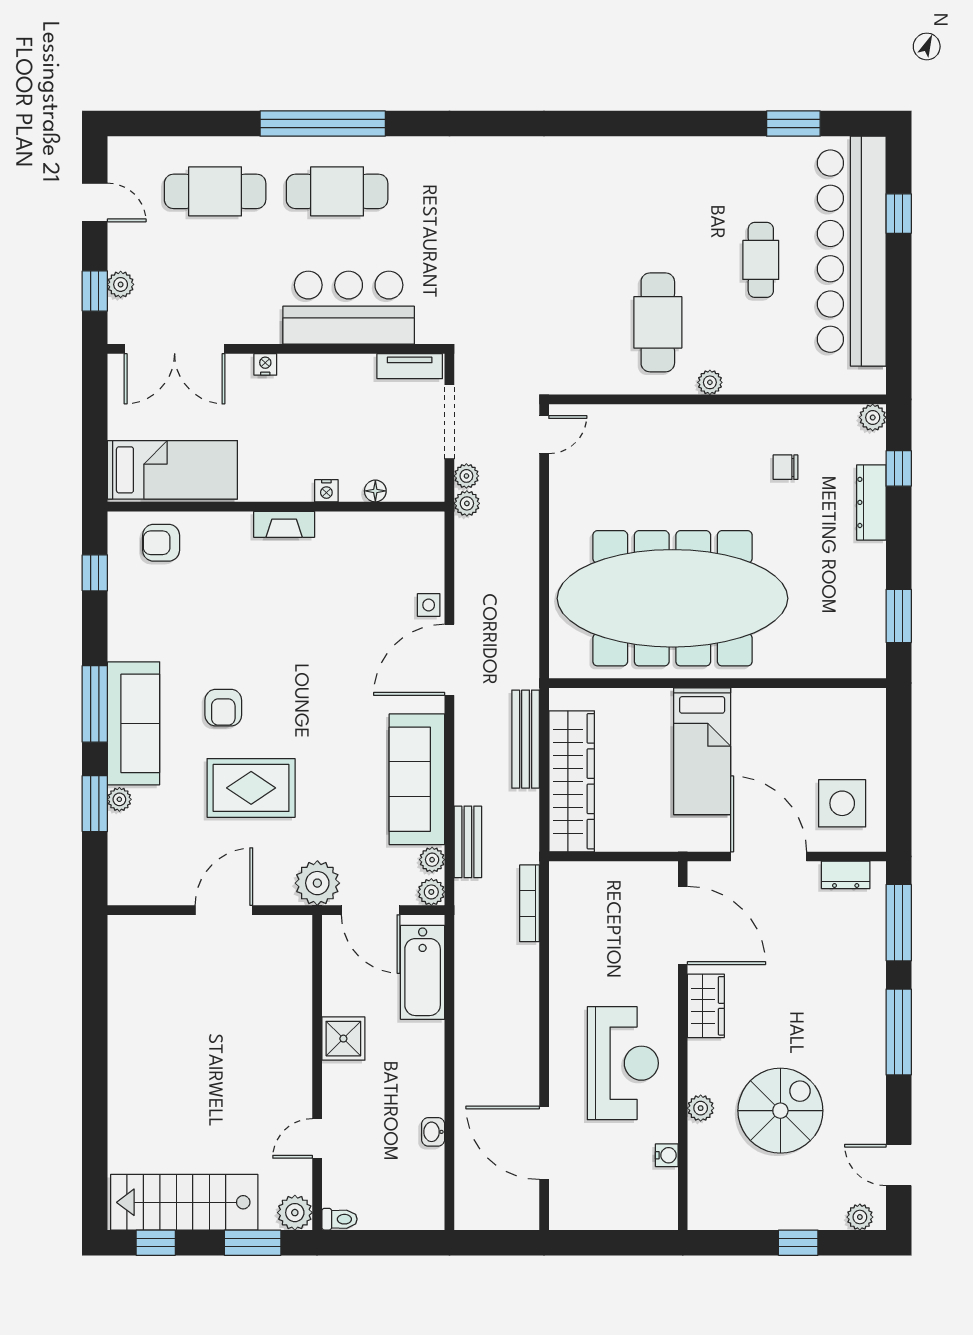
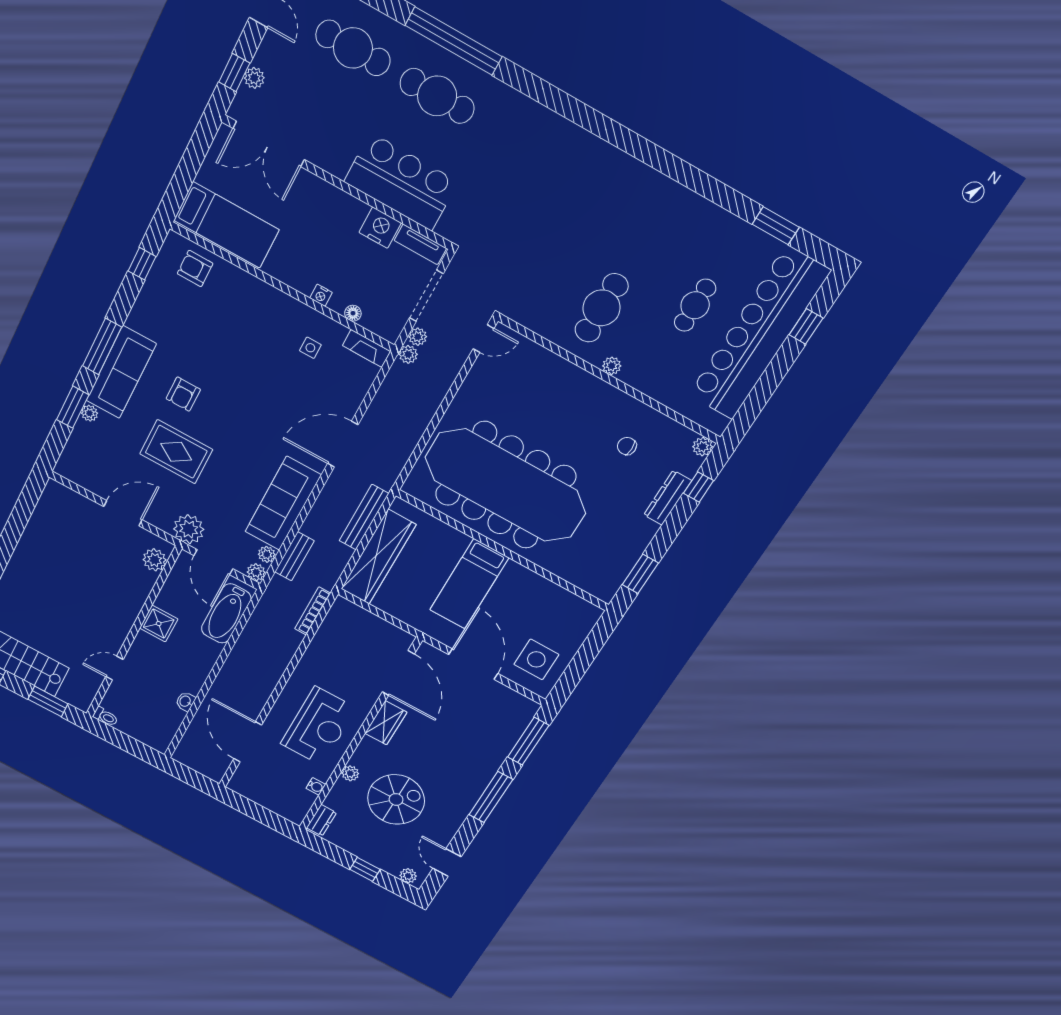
nightstand: (265, 364) -> (380, 228), moved, width x1.89, depth x1.79
fireplace: (284, 524) -> (366, 348), moved
side table: (429, 605) -> (310, 348), moved
dresser: (846, 875) -> (321, 820), moved, turned -90
plant: (295, 1213) -> (155, 560), moved

